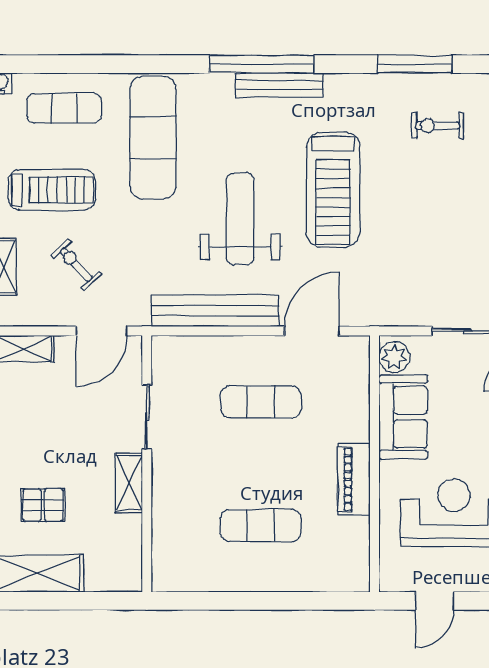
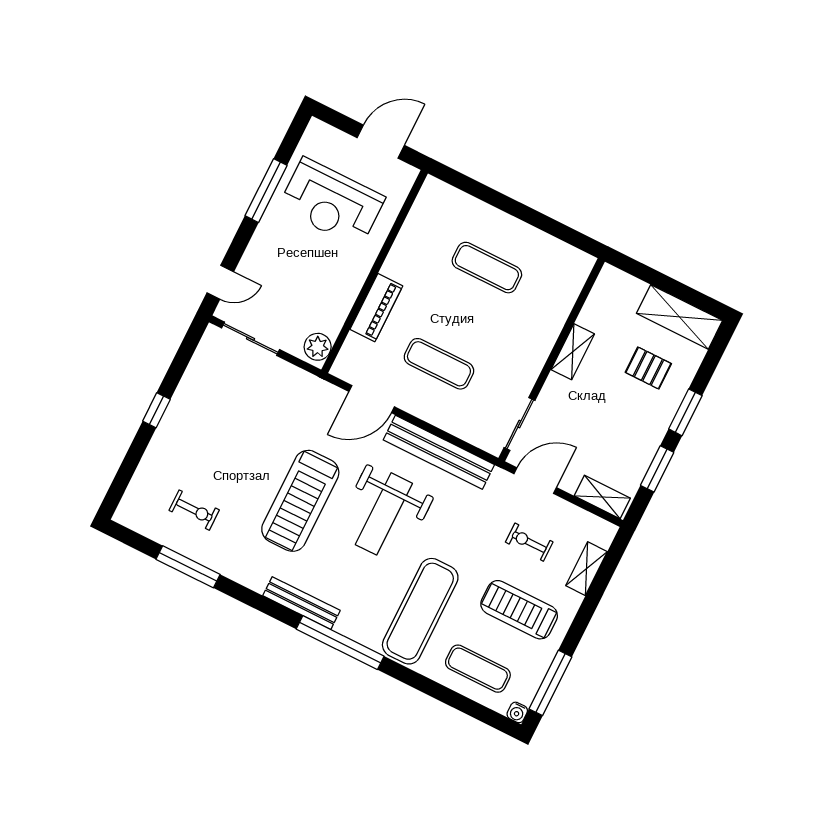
window: (262, 64) -> (340, 643), moved
treadmill: (333, 190) -> (300, 501), turned 180
exercise bike: (76, 265) -> (529, 542), turned 133
sliding door: (147, 417) -> (519, 424), moved
sofa: (403, 417) -> (334, 297), removed
piano: (354, 479) -> (376, 308), moved
door: (435, 601) -> (381, 142), width x1.38

